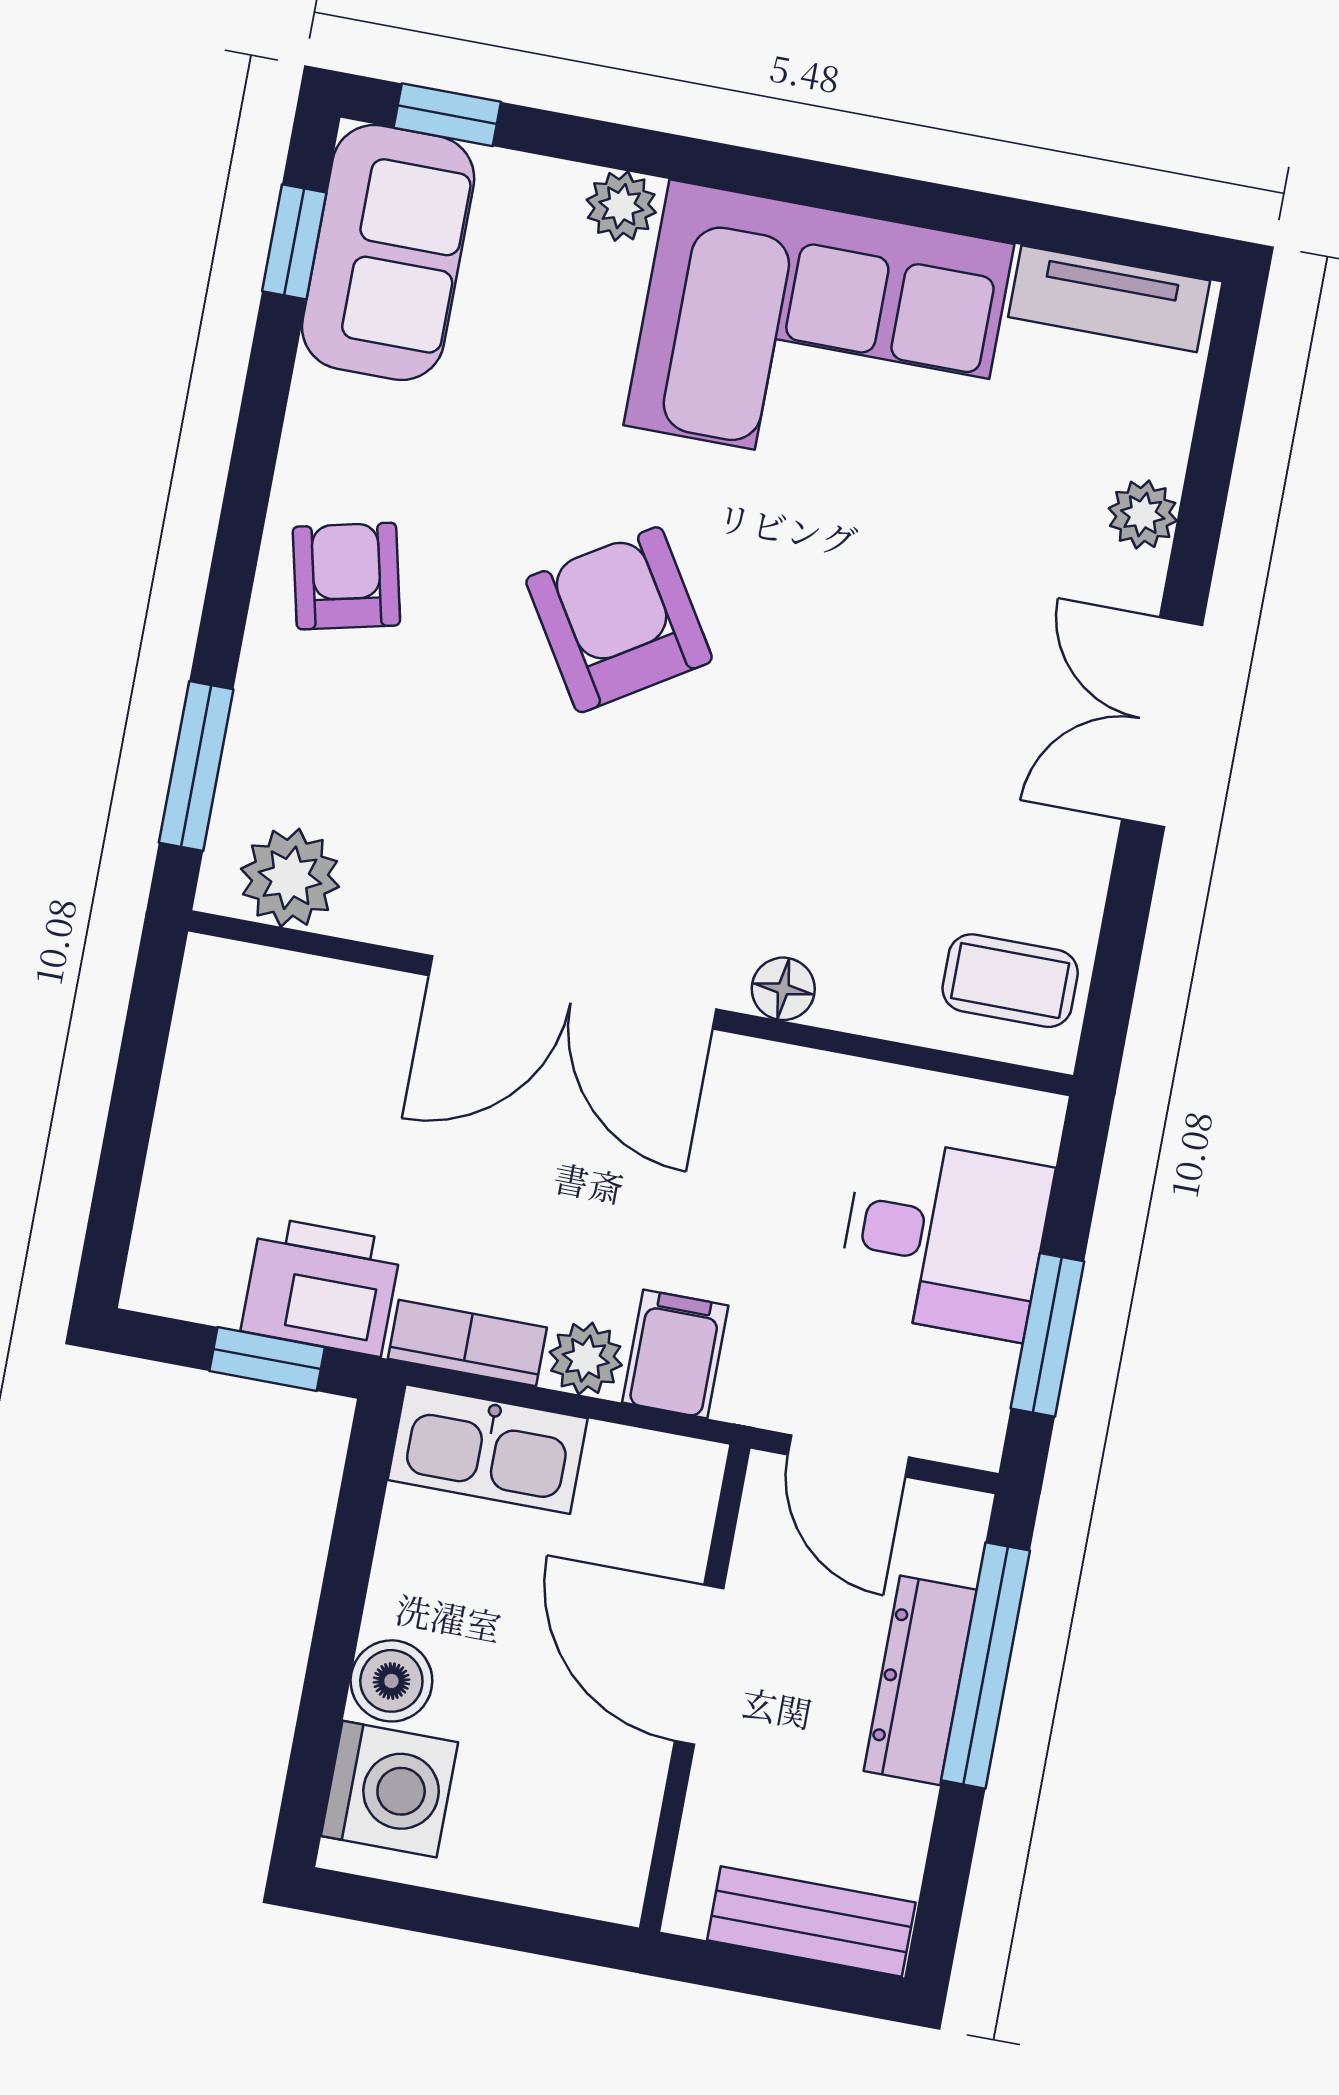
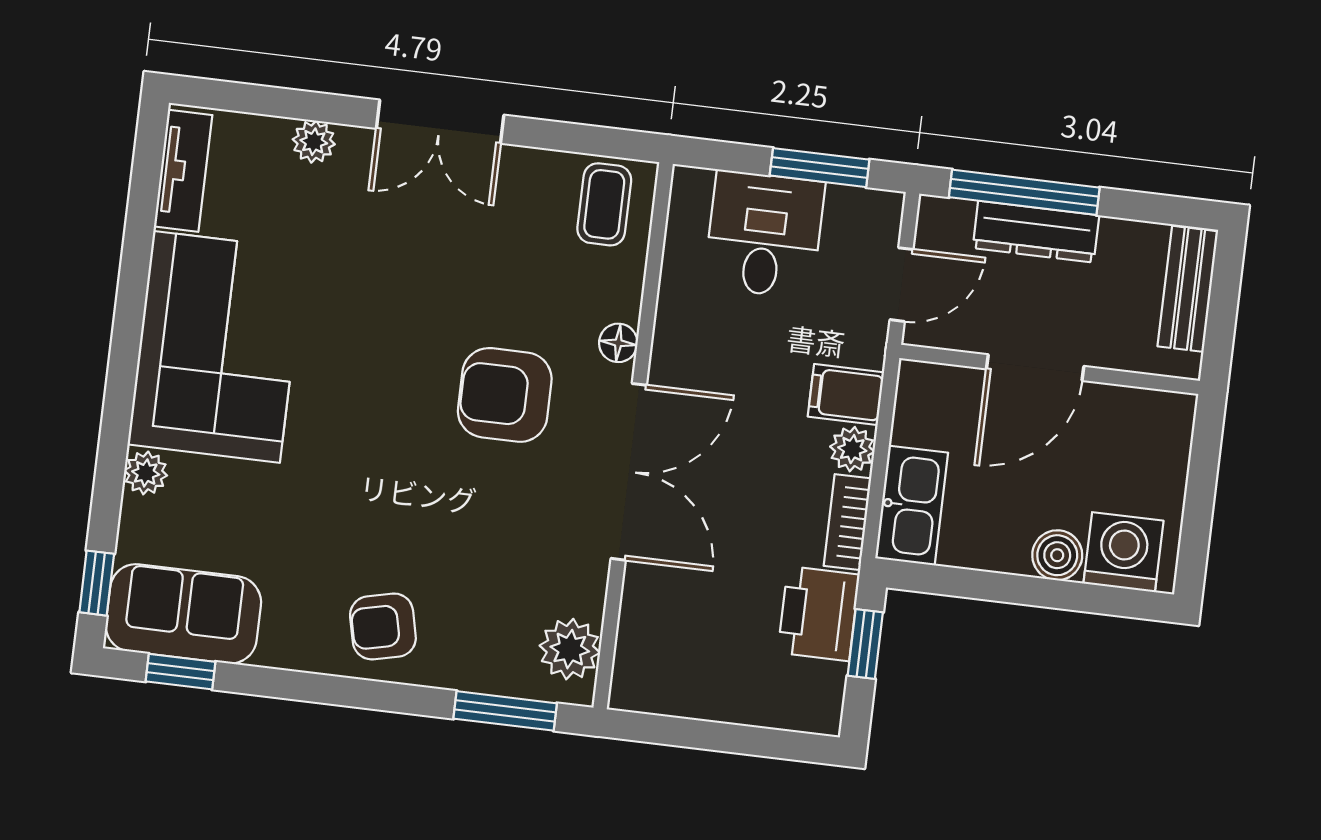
armchair: (619, 620) -> (505, 395), moved, turned 32

